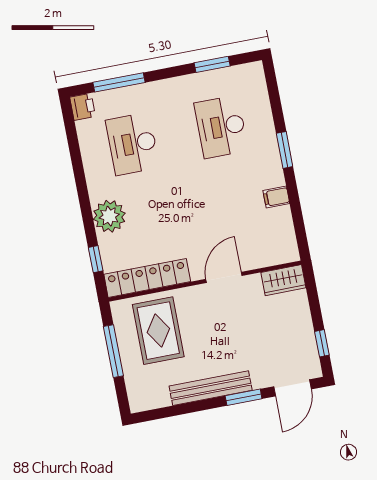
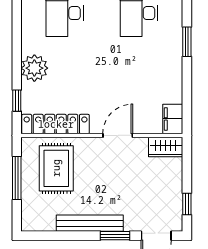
filing cabinet: (276, 197) -> (173, 119), moved, width x2.00

